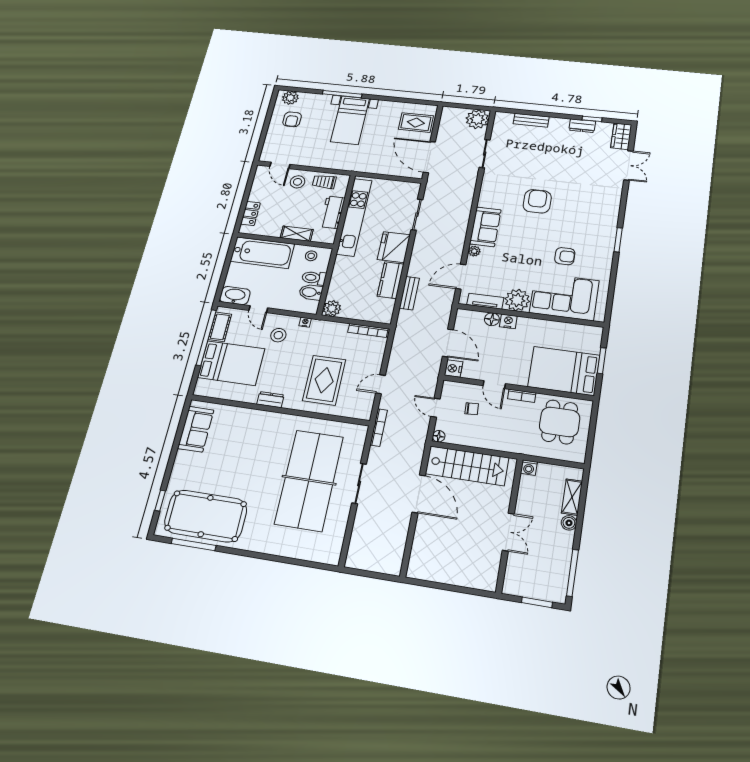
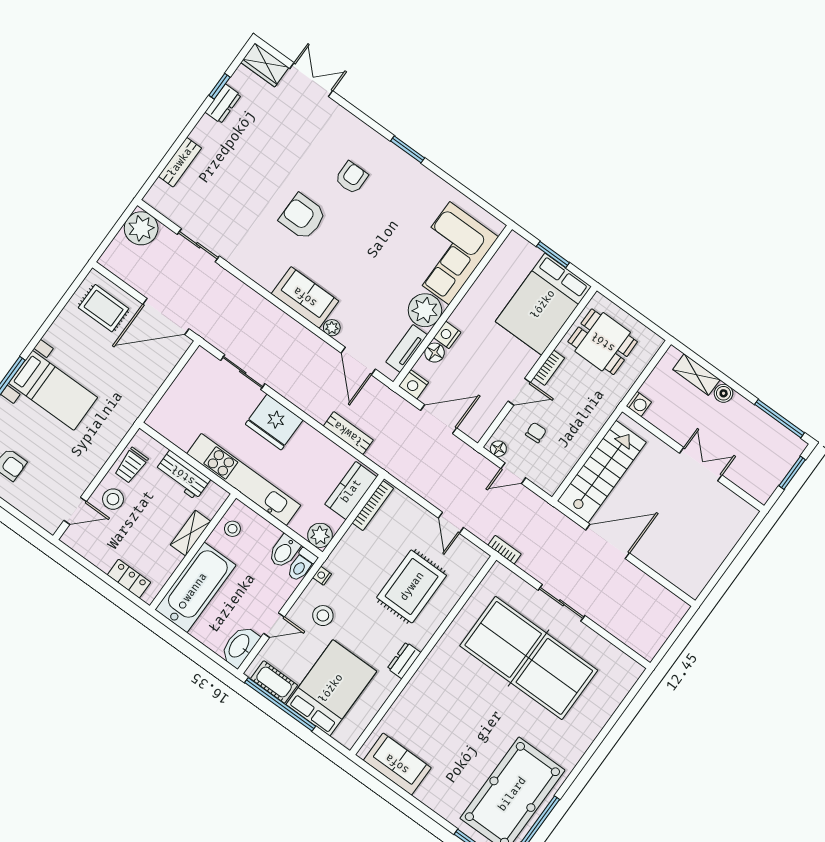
rug: (416, 123) -> (104, 308), turned 90
kitchen unit: (354, 217) -> (244, 479), moved
armchair: (565, 256) -> (351, 178), moved
toilet: (314, 278) -> (302, 565), moved
kitchen counter: (391, 280) -> (351, 491), moved, turned 90
nightstand: (453, 368) -> (414, 384), moved
rug: (324, 380) -> (412, 586), turned 90
bookcase: (379, 428) -> (505, 550), width x0.64
floor lamp: (439, 436) -> (498, 449), moved

